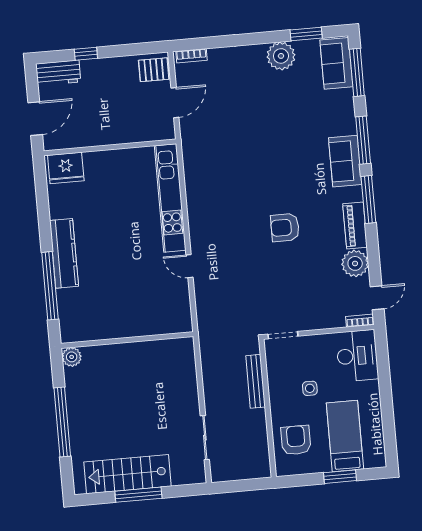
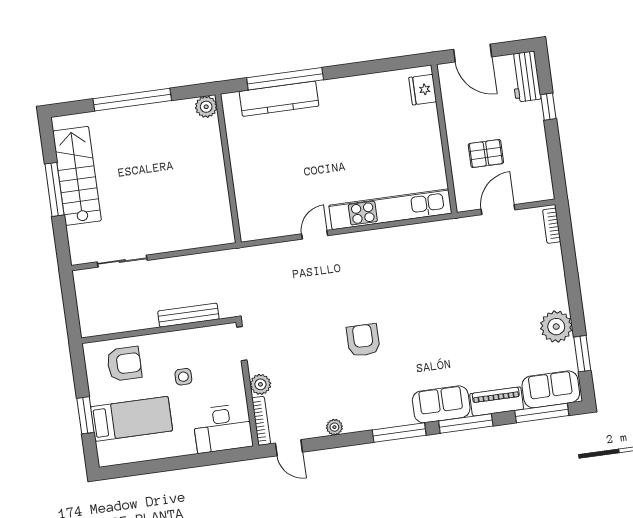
pallet: (154, 70) -> (486, 154), moved, turned 90
door: (175, 103) -> (498, 210), swing flipped
fridge: (66, 168) -> (423, 90), width x0.73, depth x0.75
piano: (355, 226) -> (497, 401), moved
kitchen counter: (64, 253) -> (279, 99), moved
plant: (355, 263) -> (334, 427), width x0.53, depth x0.53
plant: (320, 320) -> (260, 384), added
bookcase: (360, 321) -> (261, 421), width x1.56

